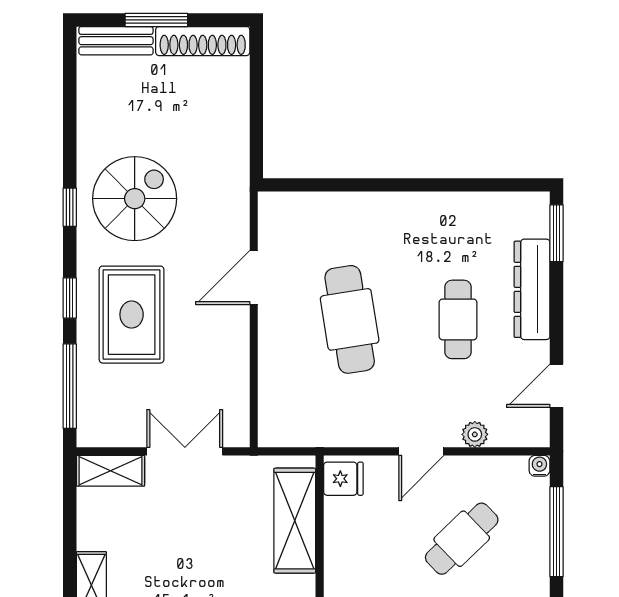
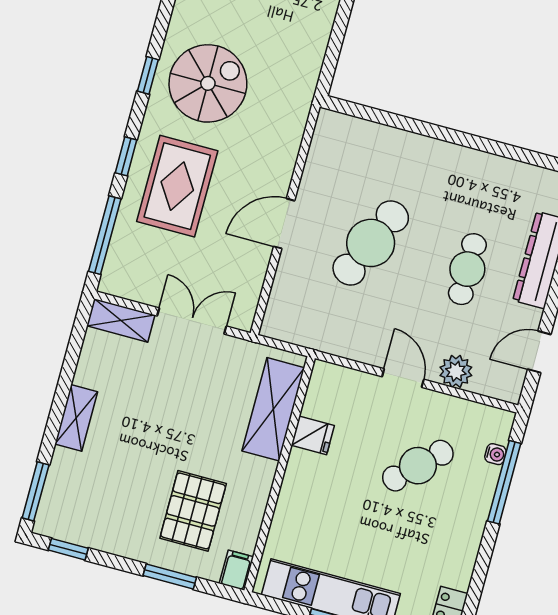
door: (254, 277) -> (284, 224), moved
cafe table: (350, 319) -> (371, 243), turned 33
plant: (475, 434) -> (456, 371), width x1.38, depth x1.38
door: (421, 451) -> (403, 378), swing flipped
water cooler: (539, 466) -> (495, 454), moved, turned 90
fridge: (343, 479) -> (313, 435), moved

